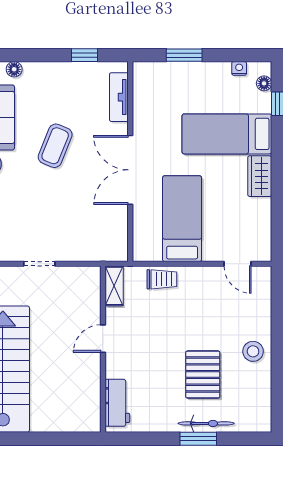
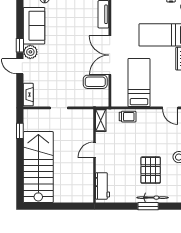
coffee table: (55, 146) -> (95, 82), moved, turned 68

